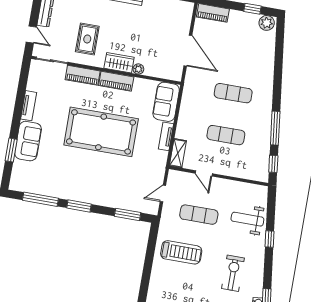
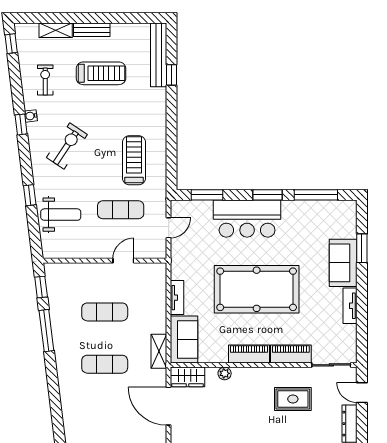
rug: (87, 39) -> (293, 399), turned 90
wardrobe: (119, 63) -> (188, 377), moved
shelving: (178, 153) -> (159, 351), moved
door: (204, 173) -> (123, 261), hinge flipped
bar counter: (99, 190) -> (247, 219), added
treadmill: (181, 252) -> (134, 160), turned 90
exercise bike: (233, 273) -> (67, 146), turned -146

